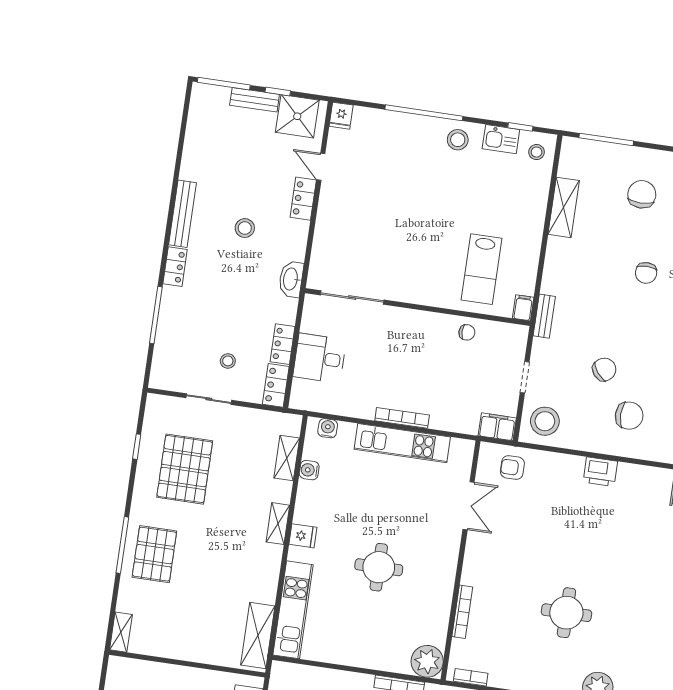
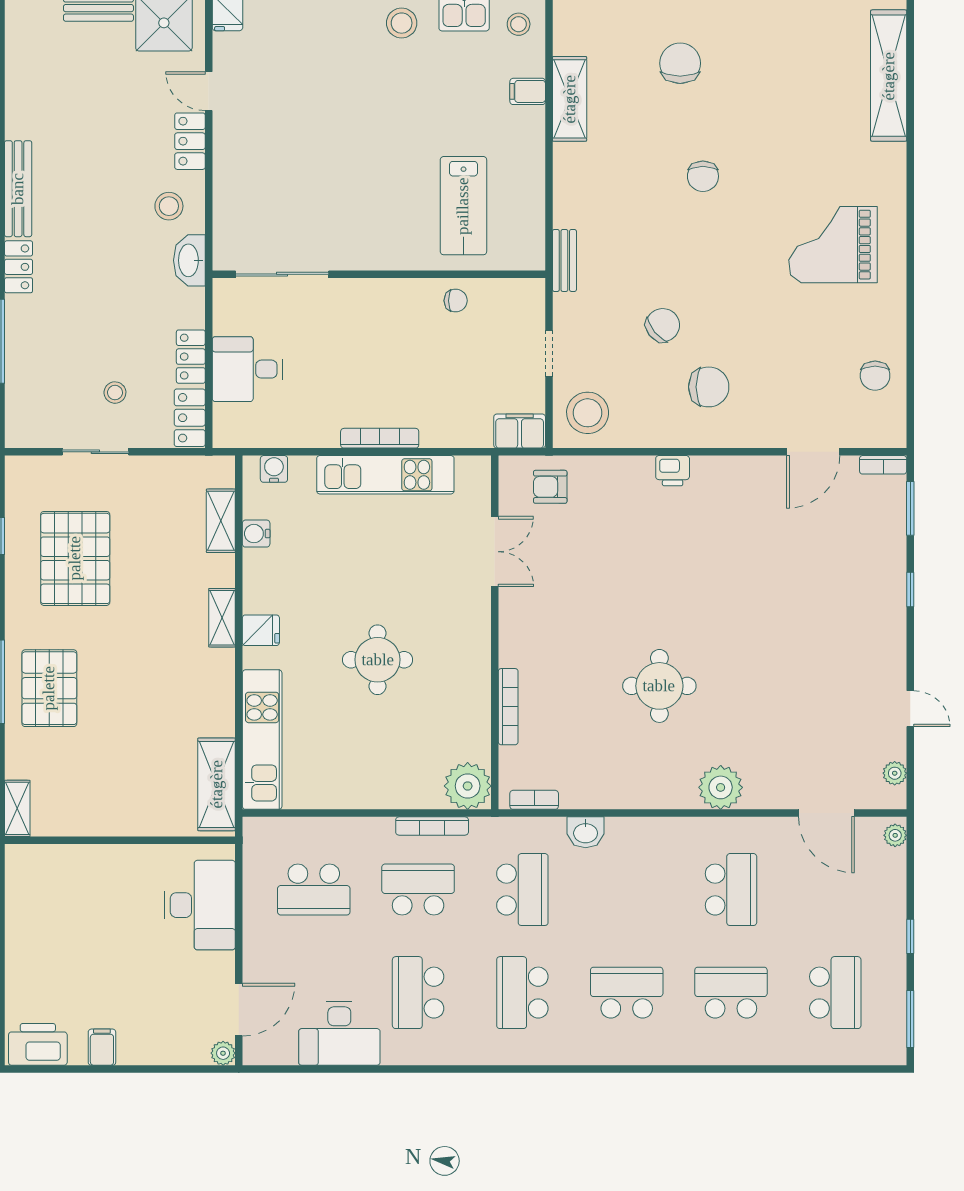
stool: (245, 228) -> (169, 206), moved
filing cabinet: (523, 308) -> (528, 91), moved, turned -90
printer: (600, 472) -> (673, 471), width x0.73, depth x0.81

